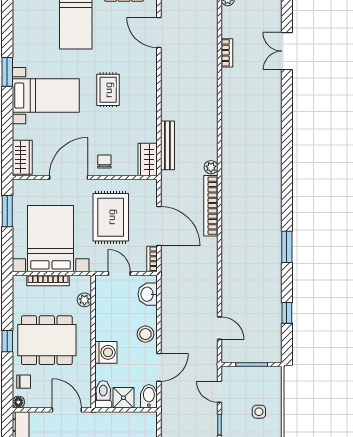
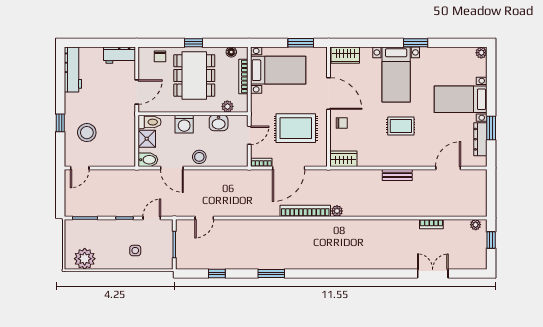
bench: (167, 145) -> (397, 175), moved, width x0.73
bed with nightstands: (51, 239) -> (278, 70), width x0.73
washbasin: (148, 294) -> (219, 123), moved, turned 180
floor lamp: (18, 402) -> (231, 52), moved

